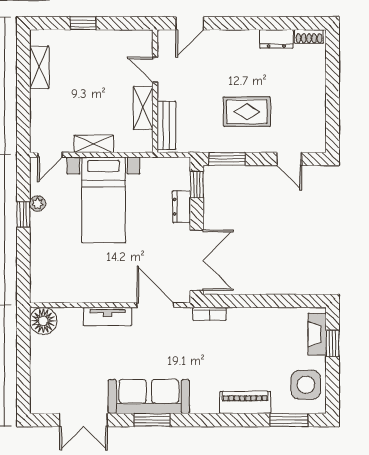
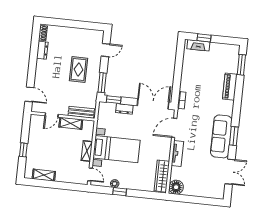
wardrobe: (62, 291) -> (162, 176), added
side table: (306, 385) -> (224, 54), removed

